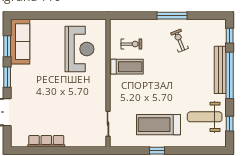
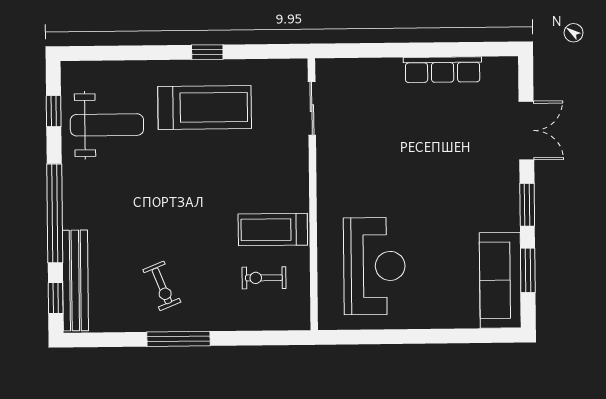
reception desk: (79, 49) -> (374, 266), turned 180
bench: (220, 70) -> (75, 280), moved

